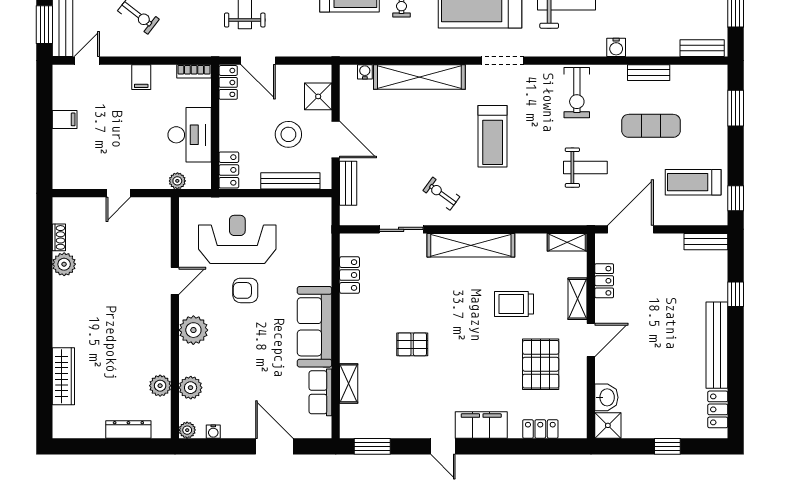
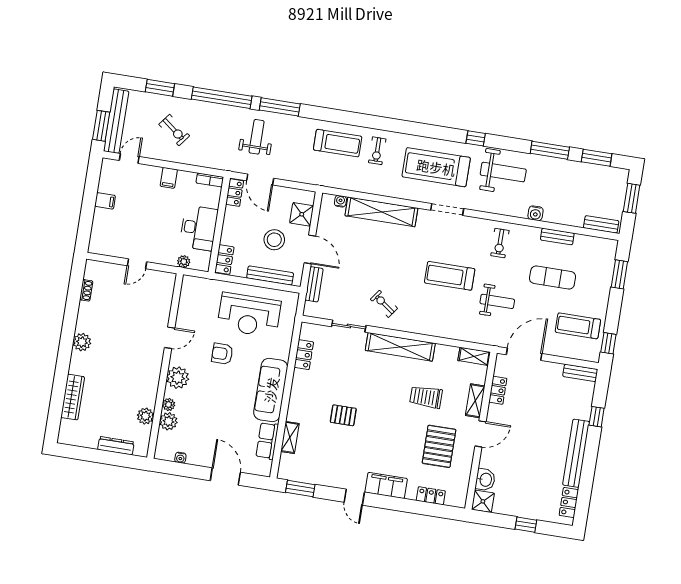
exercise bike: (577, 93) -> (500, 243), width x0.73, depth x0.72
treadmill: (493, 136) -> (450, 276), moved, turned 90
reception desk: (237, 239) -> (249, 315), moved, turned 180
plant: (64, 264) -> (82, 342), moved
plant: (187, 430) -> (169, 405), moved

